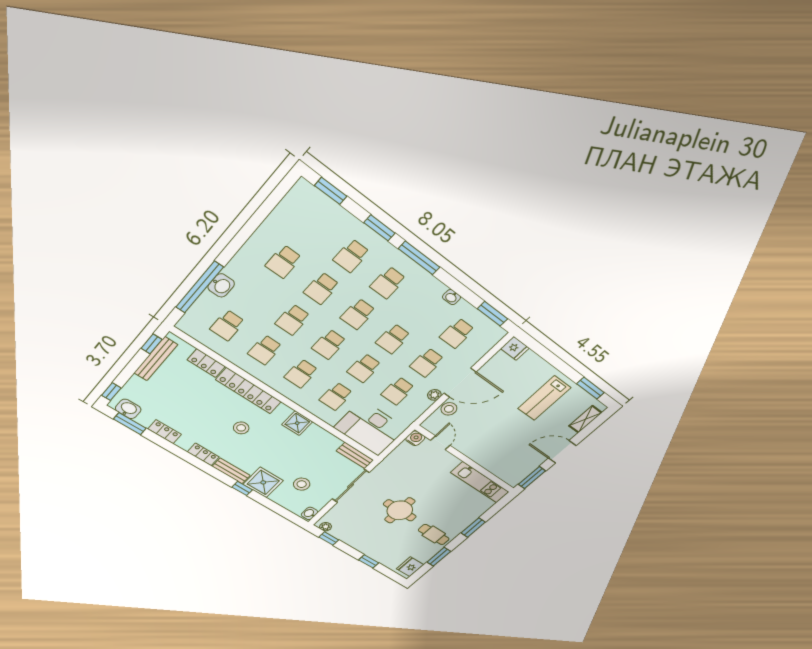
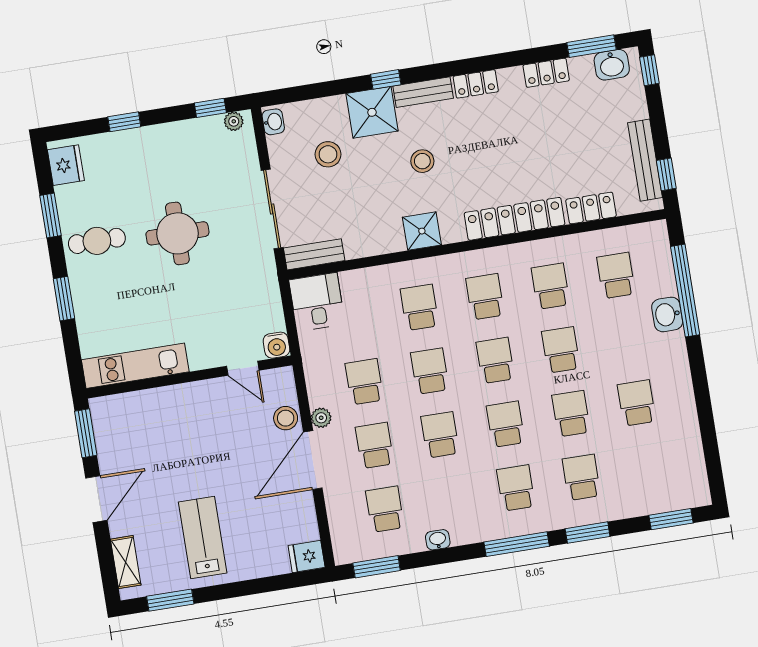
stool: (241, 428) -> (422, 161), moved
desk: (370, 428) -> (317, 302), width x0.53, depth x0.77

